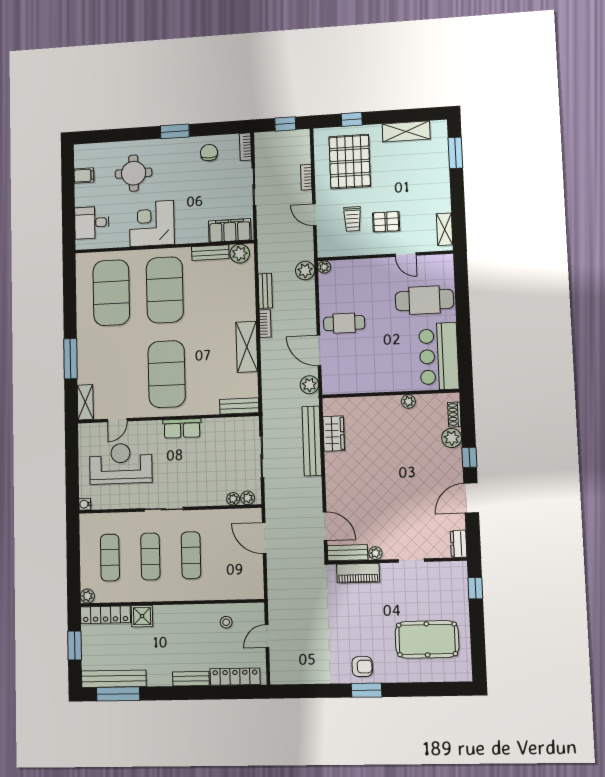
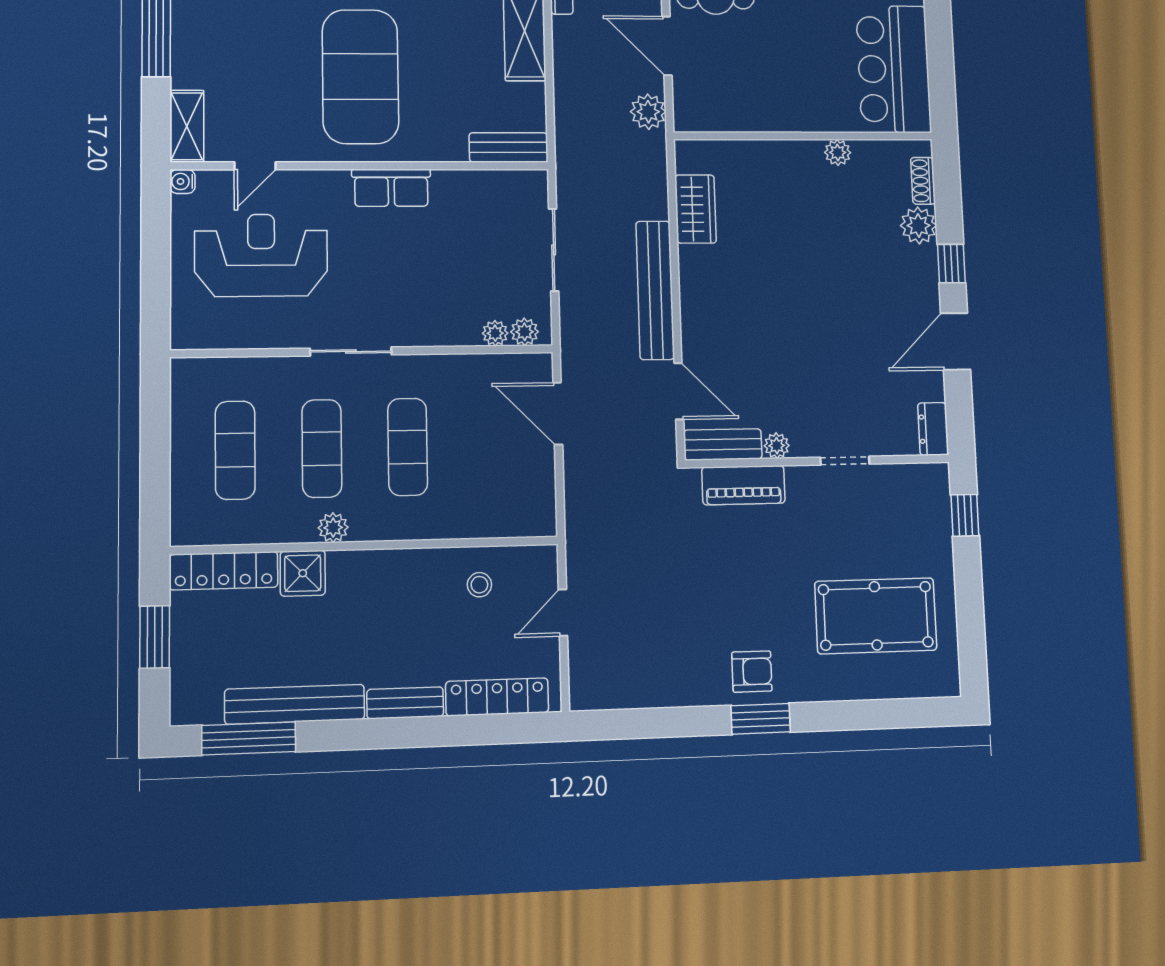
bench: (312, 441) -> (655, 290), moved
water cooler: (85, 504) -> (182, 181), moved
plant: (87, 596) -> (333, 528), moved
bench: (114, 679) -> (295, 704), moved

